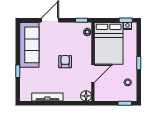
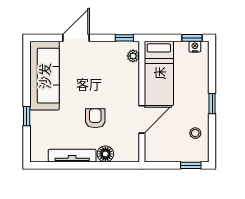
bed: (109, 43) -> (159, 73), width x0.67
armchair: (65, 62) -> (95, 118), moved
floor lamp: (86, 96) -> (105, 154), moved

